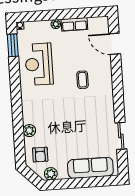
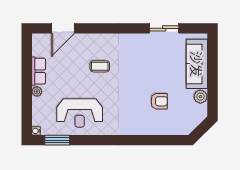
plant: (29, 131) -> (152, 128), removed
armchair: (40, 155) -> (159, 101), moved
plant: (51, 174) -> (200, 97), moved

